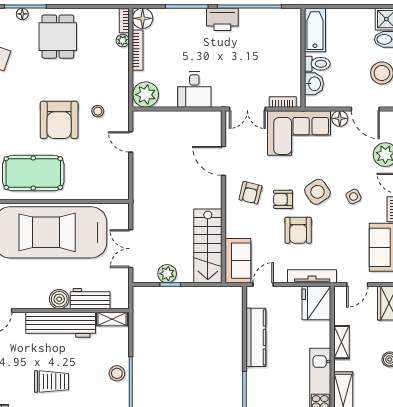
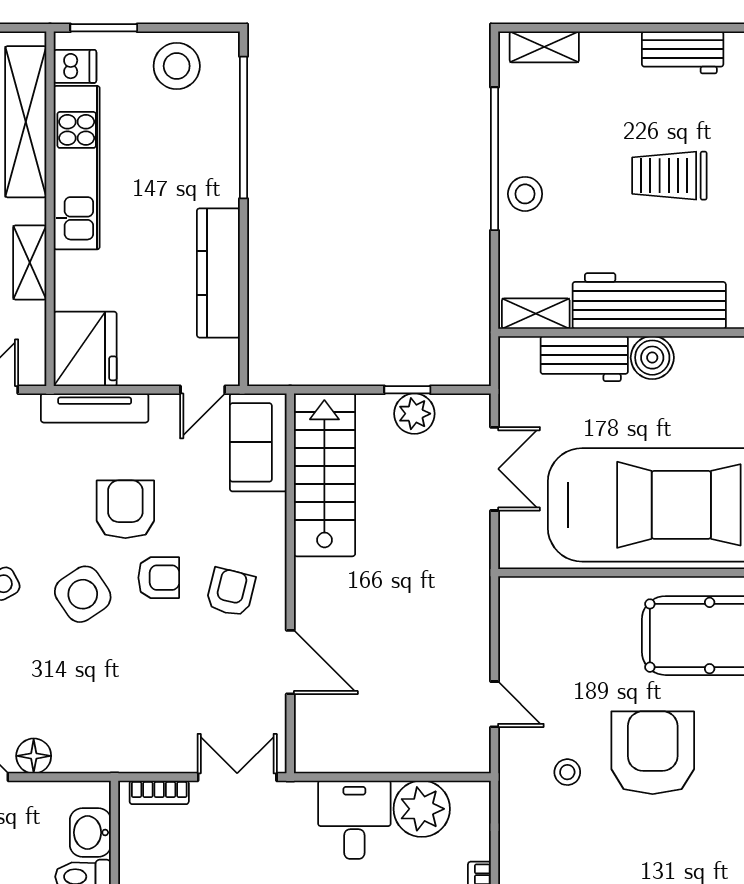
plant: (146, 95) -> (422, 809), moved
corner sofa: (299, 133) -> (123, 724), removed

